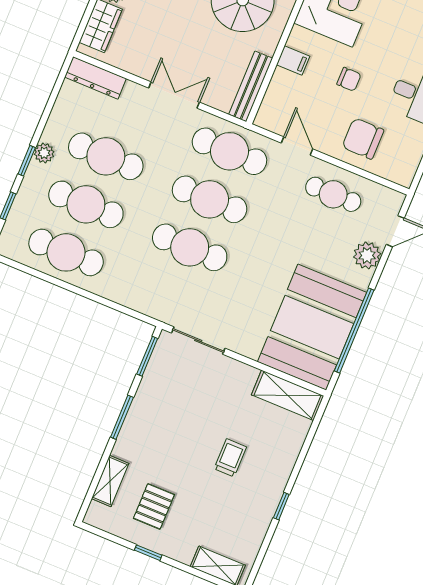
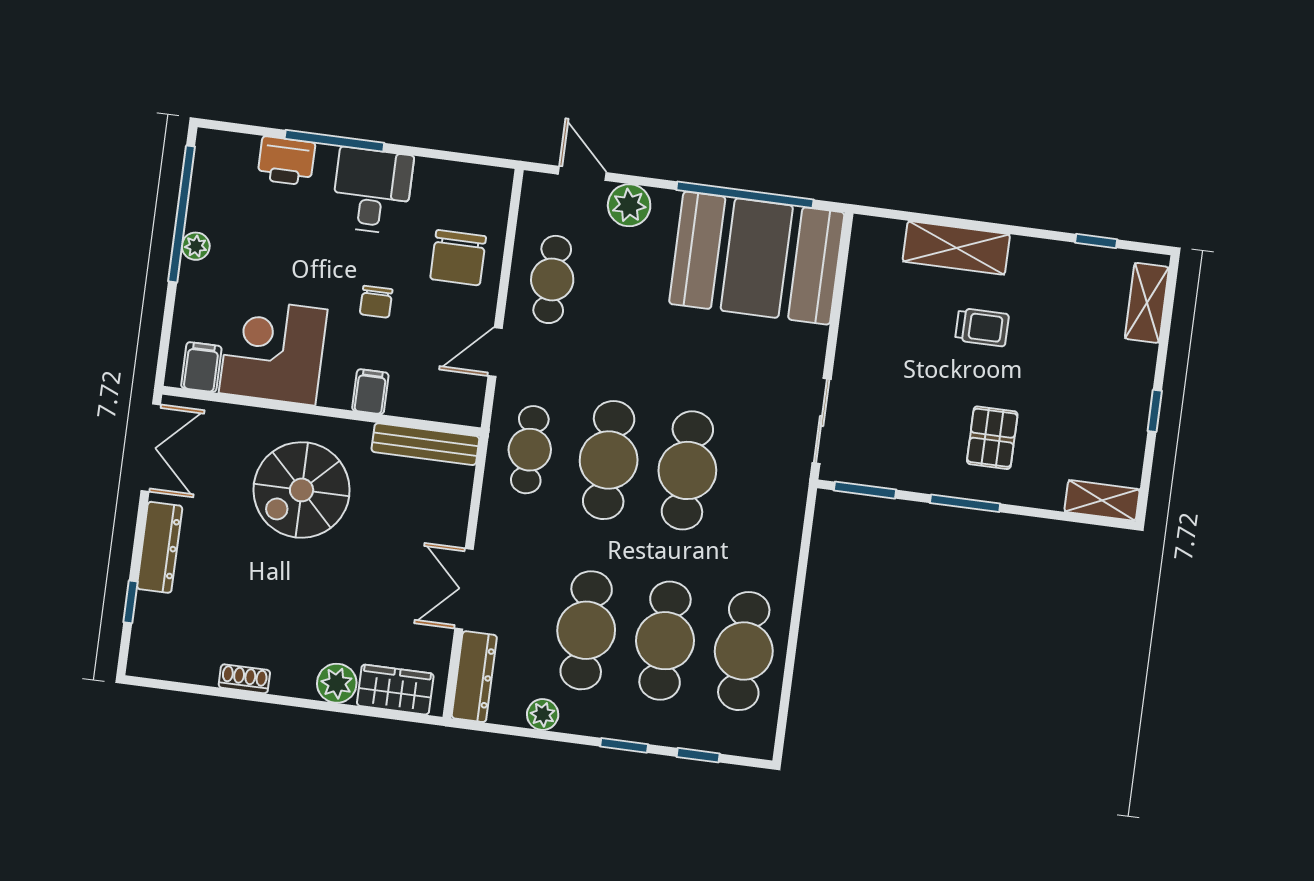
chair: (349, 79) -> (376, 302), turned 180
double door: (174, 95) -> (464, 589), moved
cafe table: (229, 151) -> (530, 450), width x0.73, depth x0.74
plant: (44, 153) -> (543, 714), moved
shelving: (288, 395) -> (956, 248), moved, turned 90
trolley: (230, 458) -> (982, 327), turned 180
shelving: (110, 481) -> (1102, 500), moved
pallet: (154, 506) -> (992, 438), moved, turned 90
window: (281, 506) -> (1096, 241), moved

